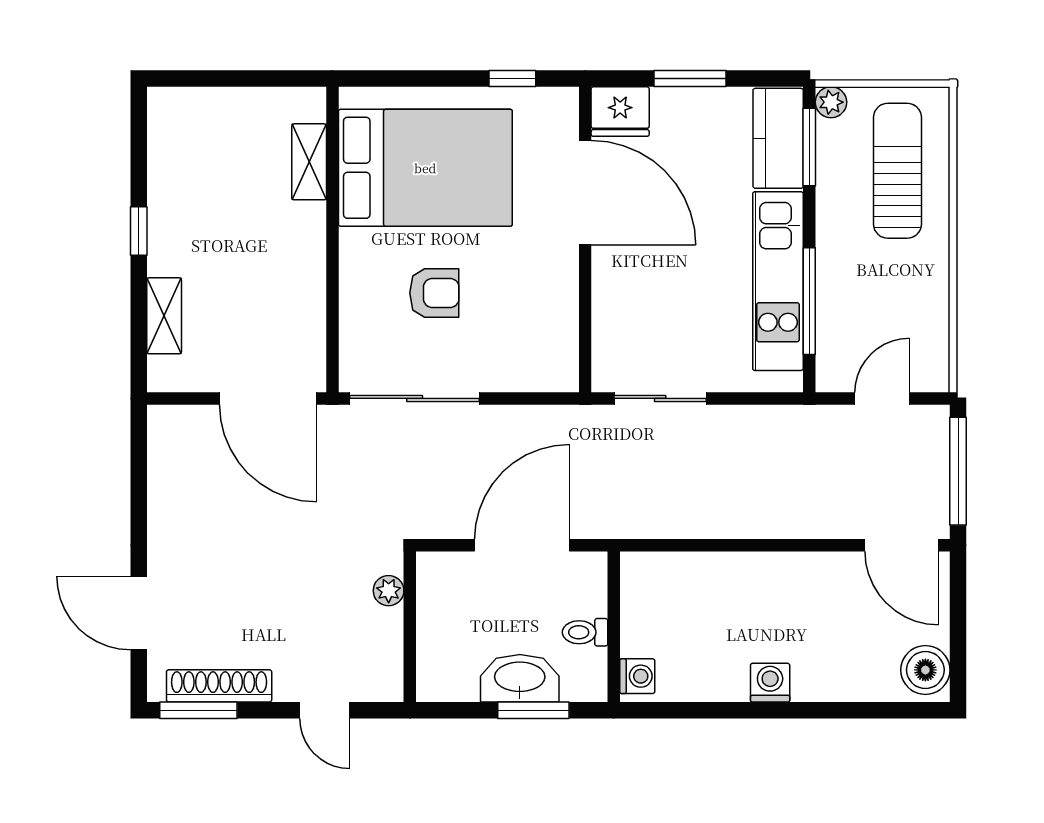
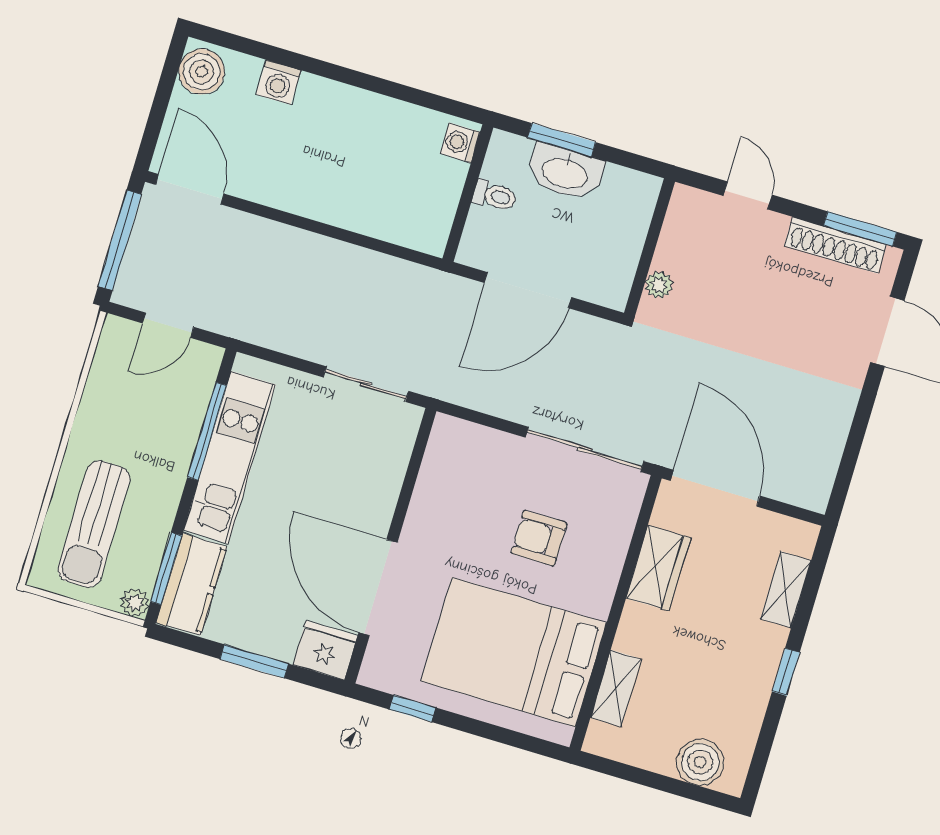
boiler: (199, 112) -> (700, 762), added
wardrobe: (302, 299) -> (658, 568), added
washing machine: (770, 683) -> (279, 82), moved

